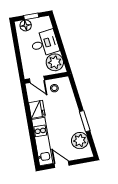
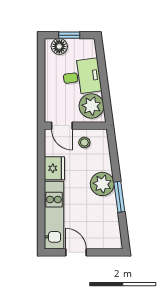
plant: (80, 141) -> (102, 184), moved

